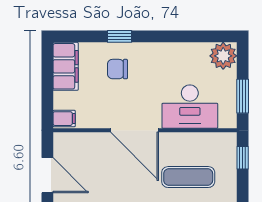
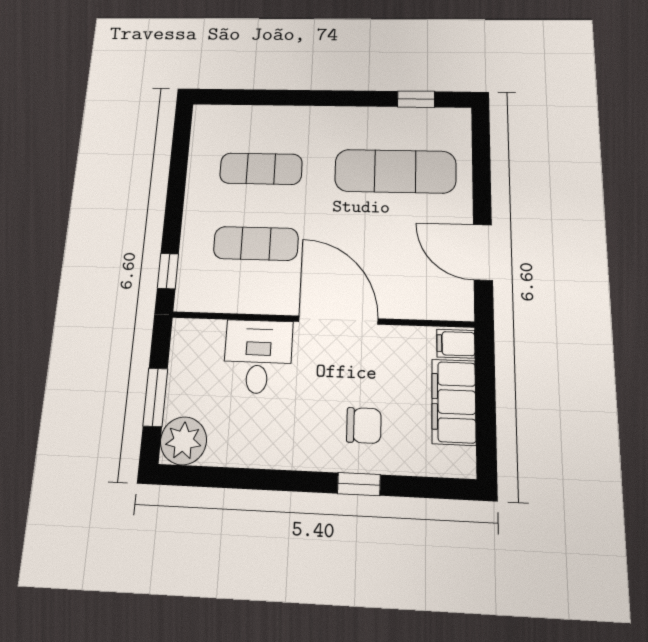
filing cabinet: (66, 66) -> (454, 402), moved
window: (243, 96) -> (155, 397), moved
desk: (190, 107) -> (258, 357), width x0.73

